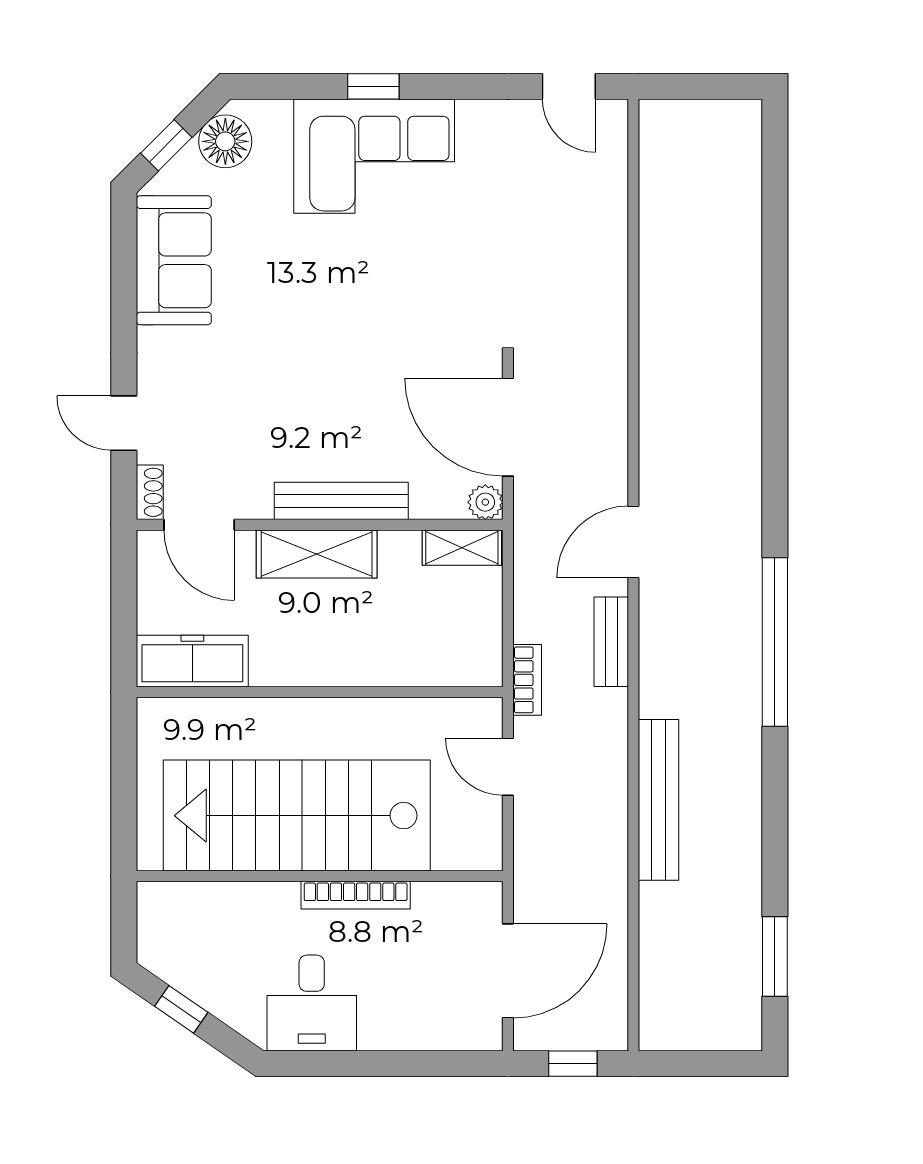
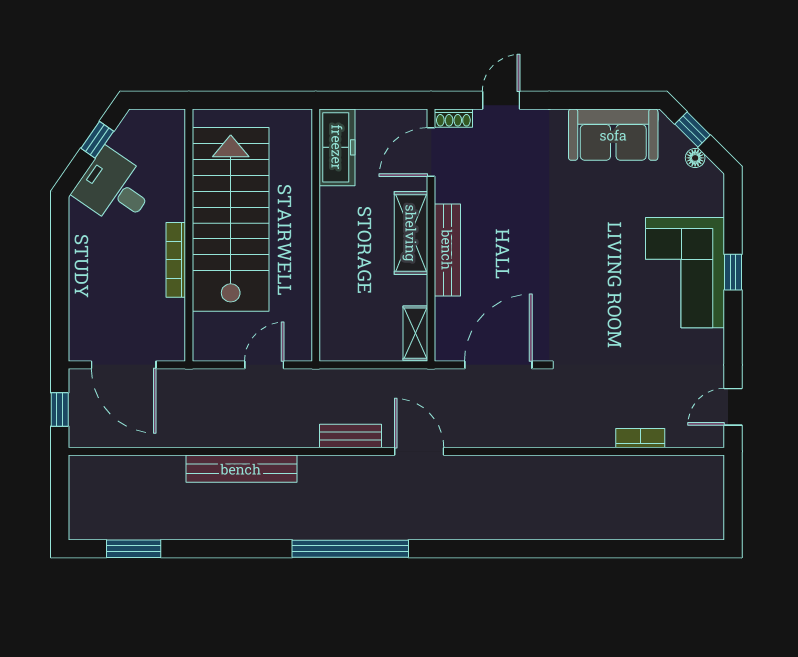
floor lamp: (225, 141) -> (695, 158), width x0.53, depth x0.53
plant: (485, 502) -> (447, 349), removed
bookcase: (527, 680) -> (640, 438), moved, turned 180
desk: (312, 1003) -> (114, 188), moved, turned 35

